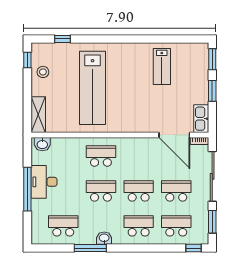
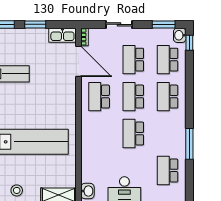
door: (174, 135) -> (79, 61), hinge flipped
school desk: (101, 156) -> (99, 97), moved
sliding door: (212, 176) -> (119, 24), width x0.54
washbasin: (104, 238) -> (180, 35), moved

